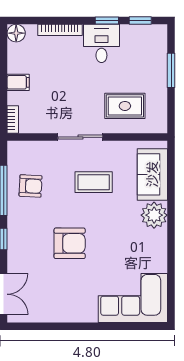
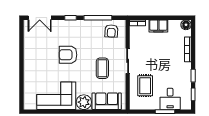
desk: (101, 43) -> (170, 99), moved, turned 90
filing cabinet: (18, 82) -> (158, 26), width x2.00
armchair: (31, 186) -> (111, 31), moved
armchair: (70, 243) -> (68, 55), turned 90
corner sofa: (133, 298) -> (56, 96), moved, turned -90

